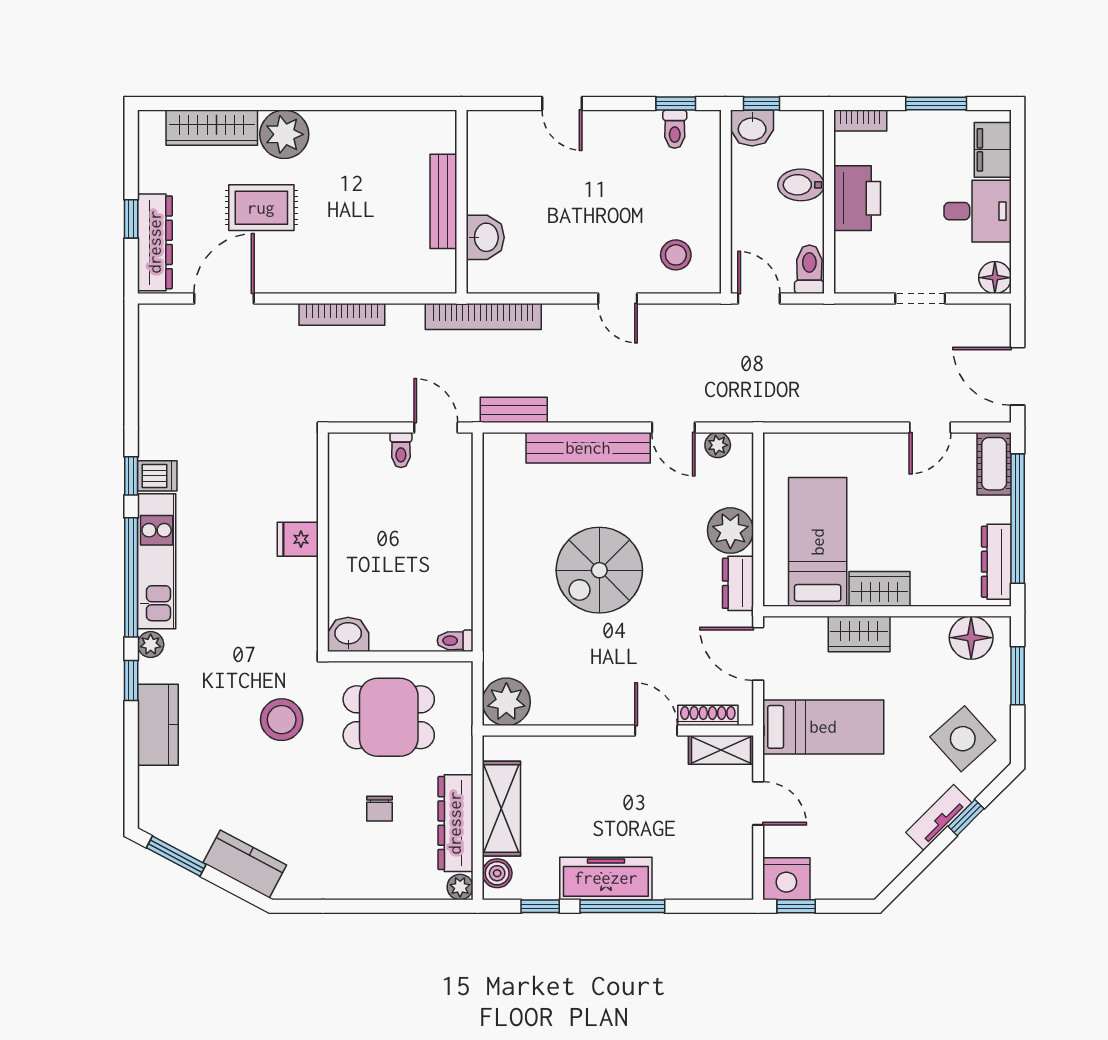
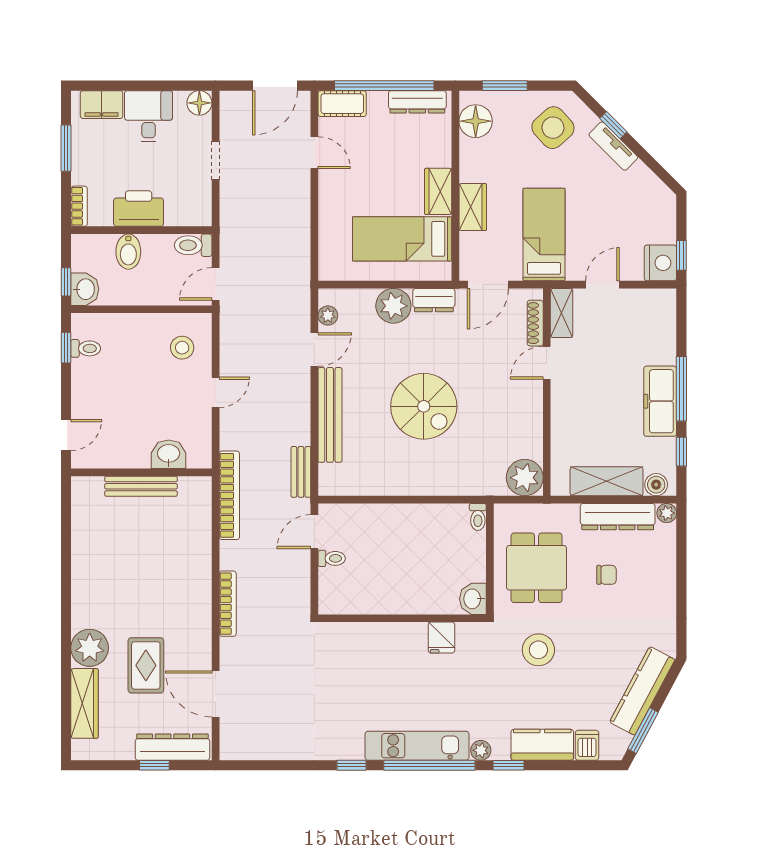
bench: (443, 201) -> (141, 486), moved
wall: (462, 202) -> (141, 472), moved
washbasin: (485, 237) -> (169, 454), moved
dishwasher: (157, 476) -> (587, 745), moved
fridge: (298, 539) -> (441, 638), moved
kitchen counter: (245, 864) -> (642, 691), width x1.50

